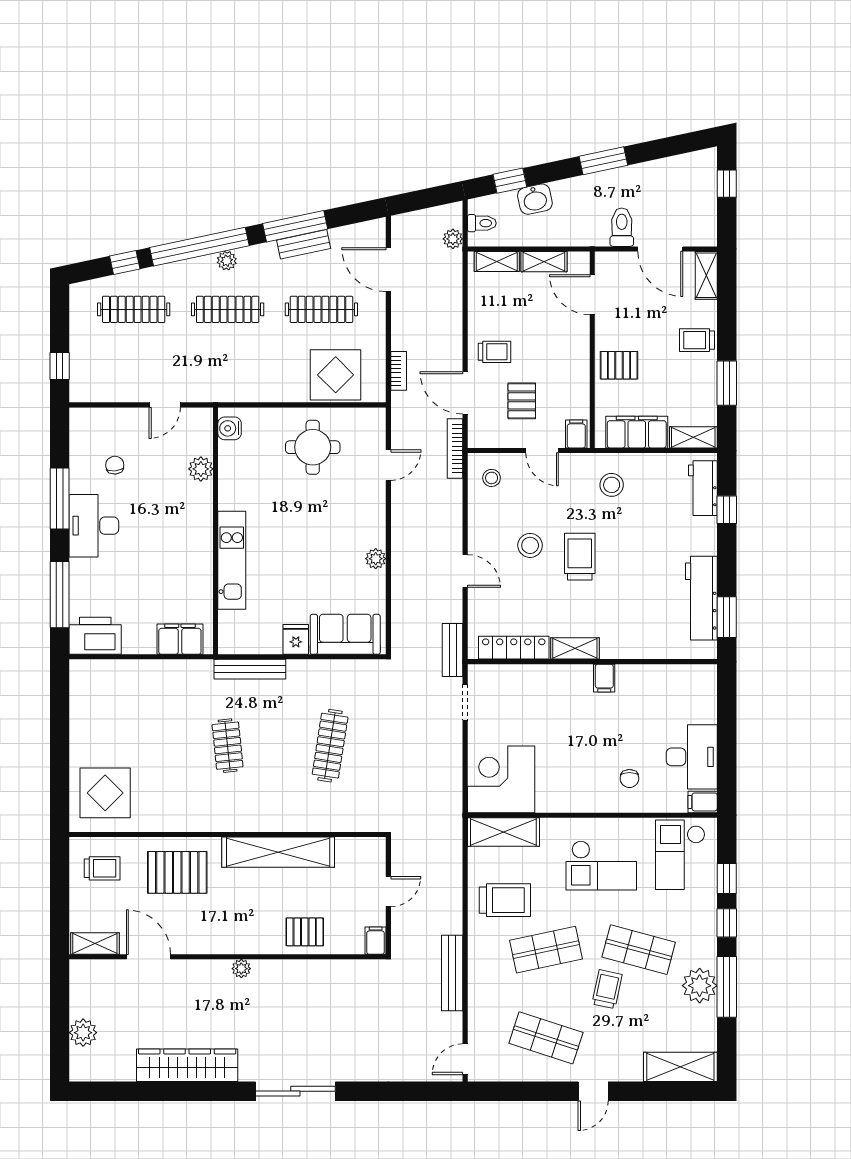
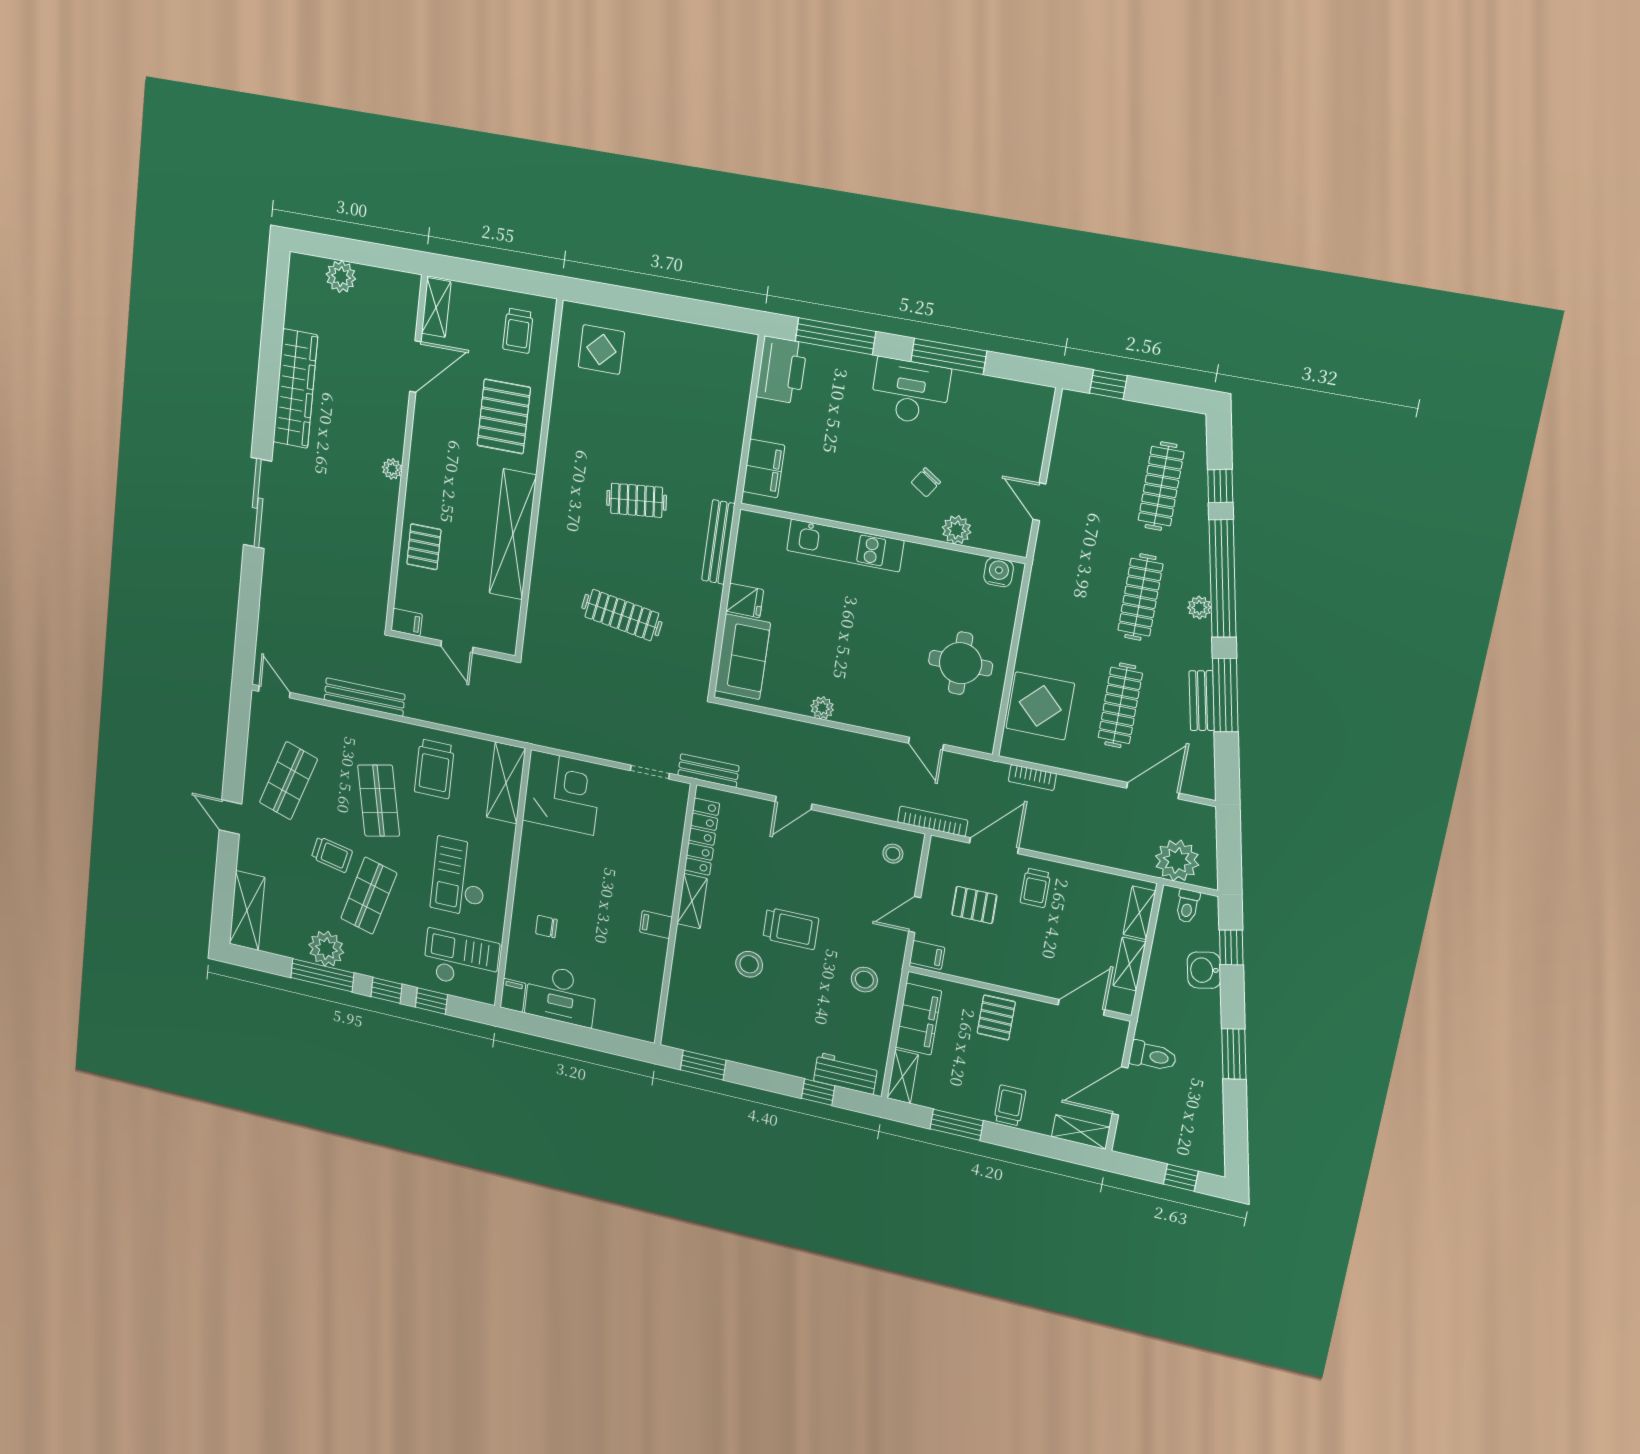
plant: (453, 239) -> (1177, 861), width x1.88, depth x1.88
chair: (115, 465) -> (926, 482), moved, turned 129
stool: (530, 545) -> (749, 964), moved
workbench: (701, 598) -> (727, 1044), removed
display table: (105, 793) -> (601, 350), width x0.73, depth x0.73

